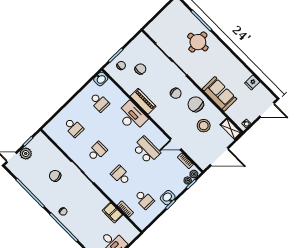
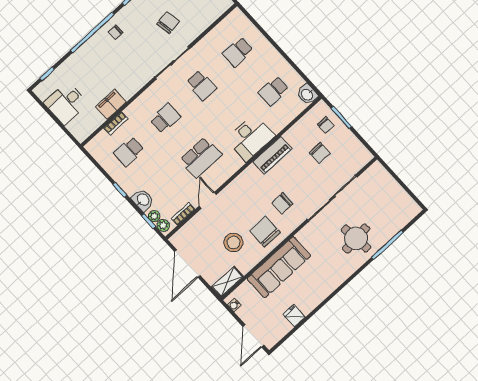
sofa: (219, 94) -> (279, 267), width x1.36
chair: (196, 104) -> (265, 232), turned -90
washbasin: (168, 198) -> (143, 200), moved

